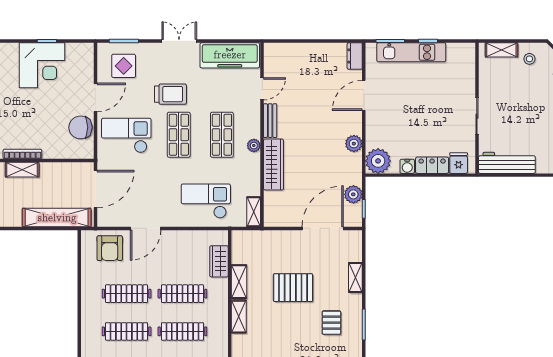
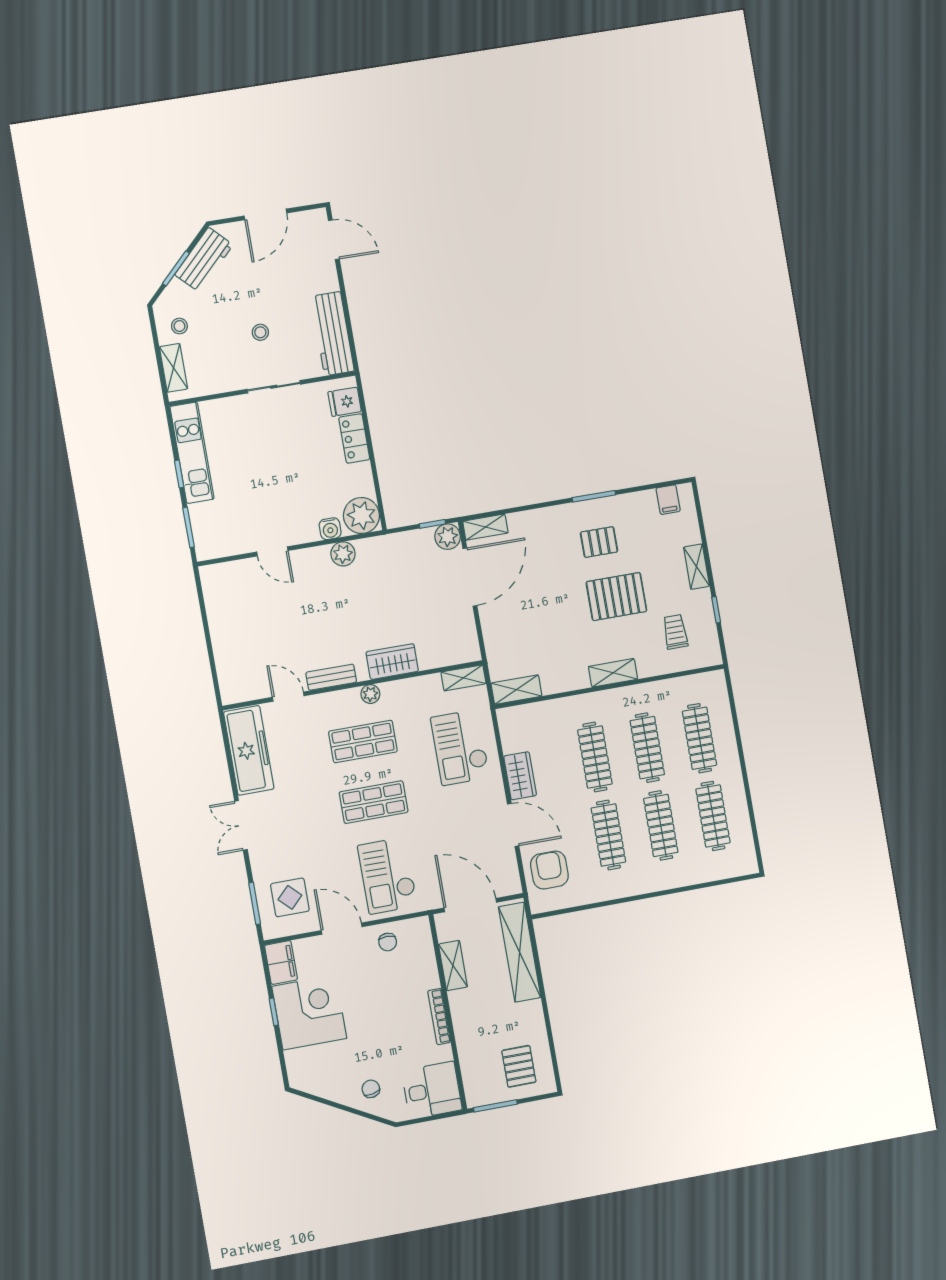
filing cabinet: (80, 52) -> (281, 962), added
kitchen unit: (411, 52) -> (192, 453), moved
dresser: (355, 56) -> (219, 574), removed
trolley: (170, 94) -> (318, 824), removed
door: (364, 95) -> (272, 551), width x0.73
stool: (516, 113) -> (260, 332), added
chair: (80, 127) -> (388, 942), width x0.54, depth x0.54
wardrobe: (274, 164) -> (392, 662), width x0.67
water cooler: (407, 166) -> (330, 529), moved, turned 90
shelving: (22, 170) -> (453, 966), moved
plant: (353, 194) -> (448, 537), moved
door: (323, 228) -> (470, 577), swing flipped
armchair: (110, 248) -> (549, 870), turned -90
wardrobe: (219, 261) -> (520, 776), moved, turned -90
shelving: (355, 277) -> (485, 527), moved
shelving: (239, 282) -> (516, 690), moved
pallet: (293, 288) -> (616, 597), moved, turned 90

